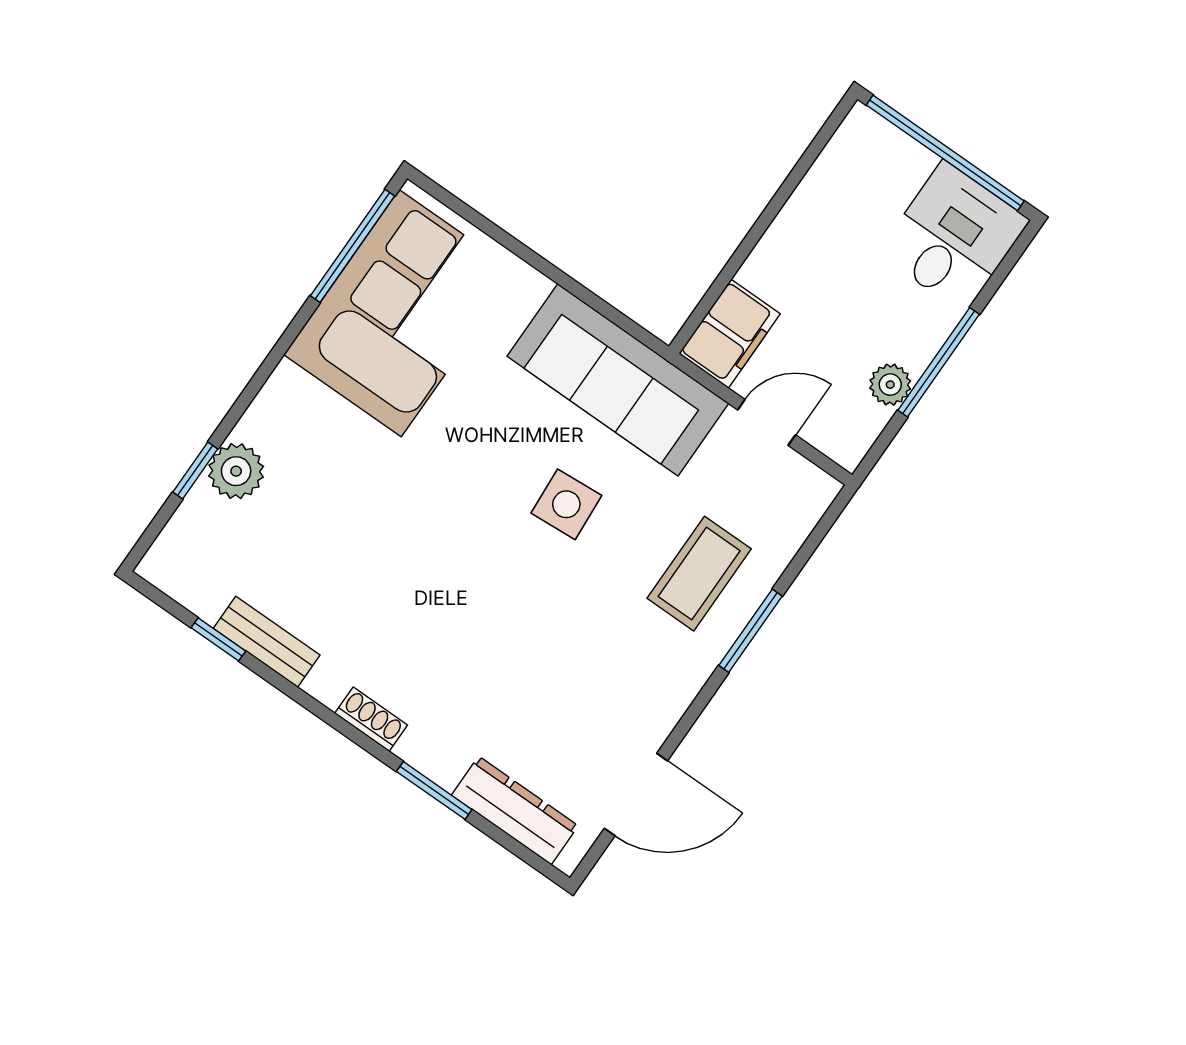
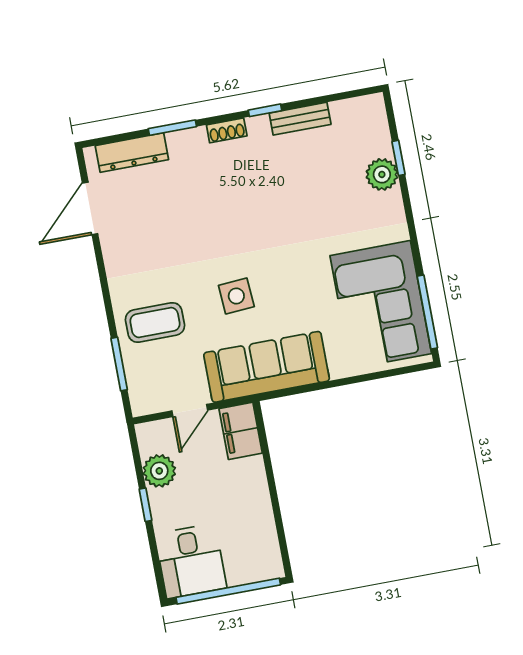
window: (939, 362) -> (146, 505), width x0.46
plant: (890, 385) -> (159, 471), width x1.38, depth x1.38
coffee table: (699, 574) -> (155, 322), turned 90
window: (751, 631) -> (119, 364), moved
window: (218, 639) -> (265, 110), moved

